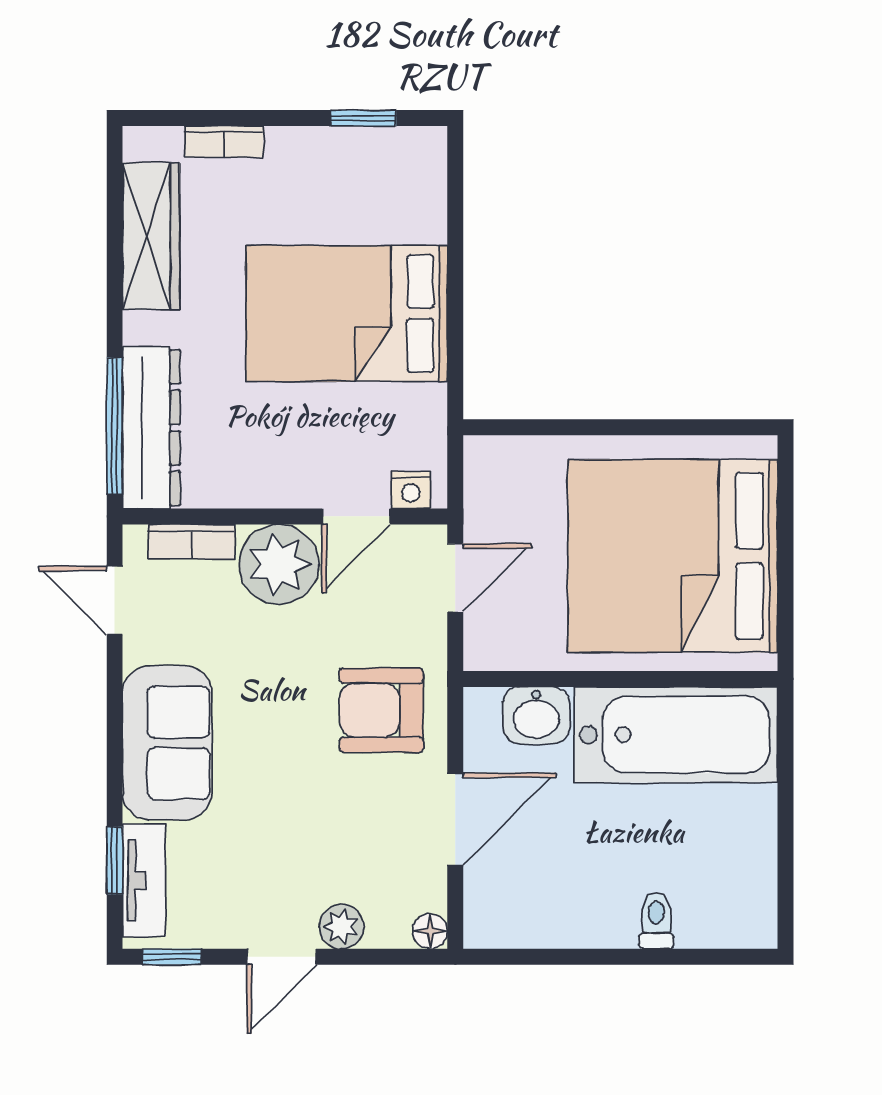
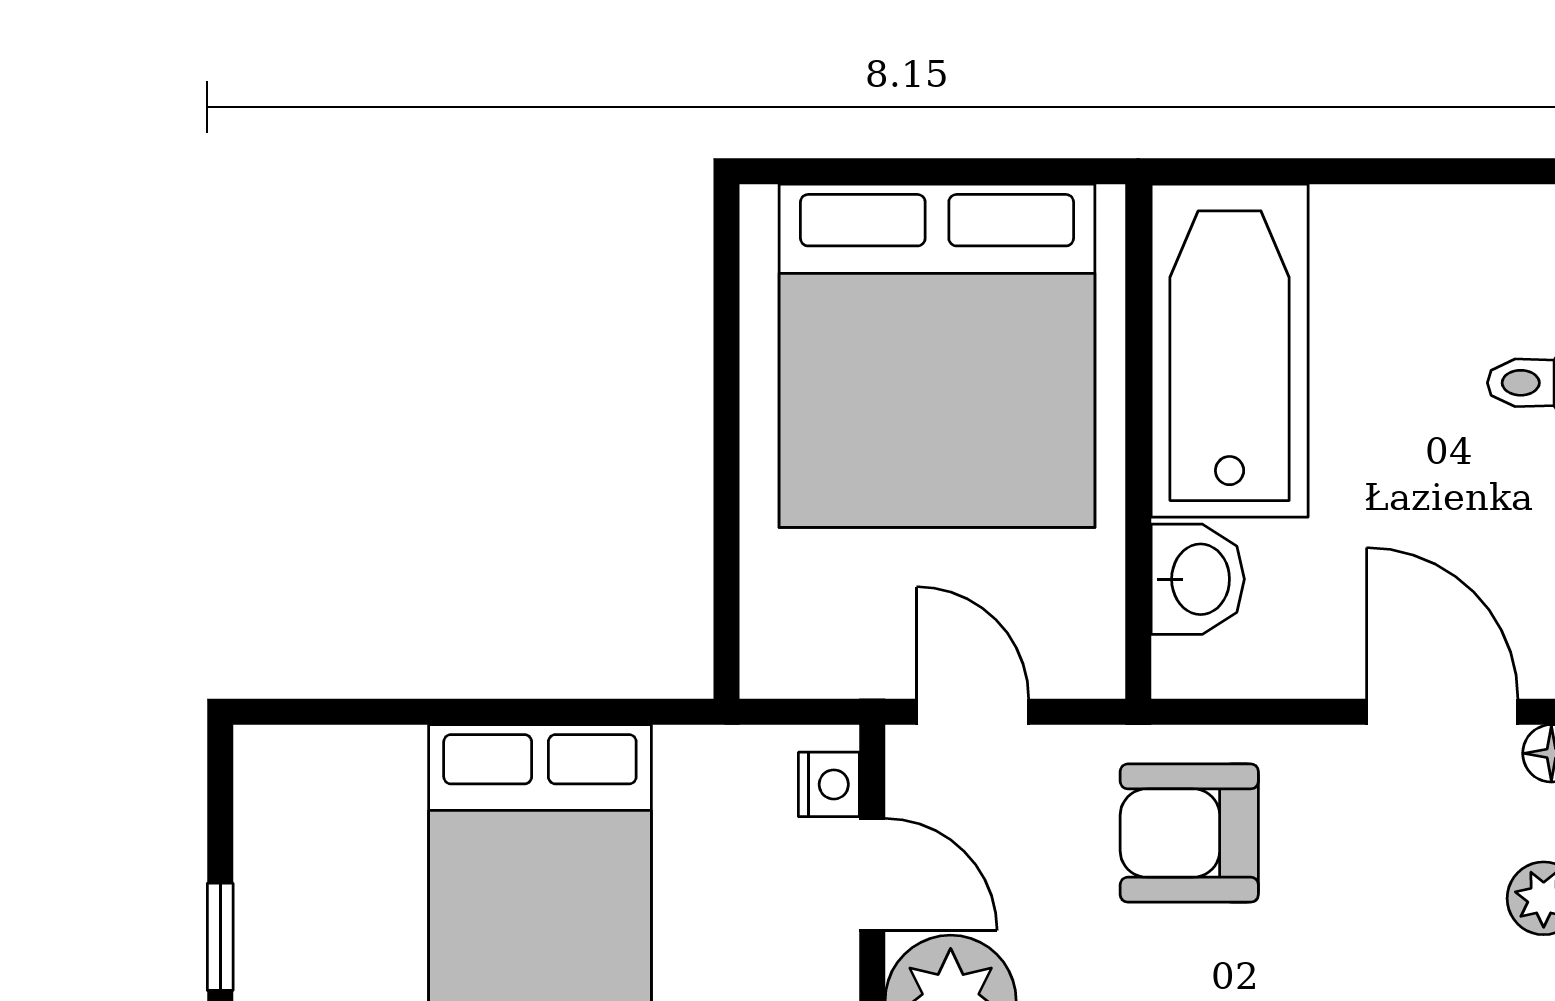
window: (363, 118) -> (220, 937), moved
armchair: (381, 710) -> (1189, 833), turned 90
door: (455, 819) -> (1442, 712), moved

